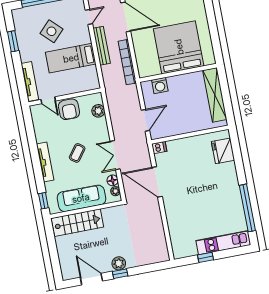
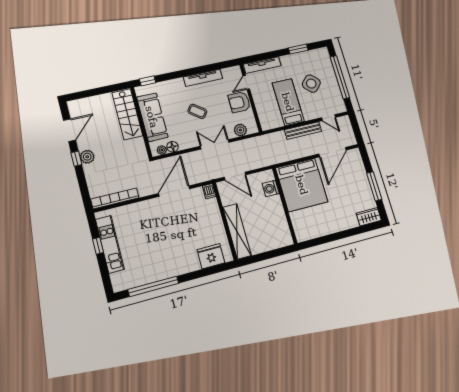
bed: (179, 47) -> (302, 185), moved, turned 90
bookcase: (127, 62) -> (115, 198), moved
shelving: (215, 95) -> (237, 231), moved, turned 90
double door: (115, 155) -> (215, 144), moved
tv unit: (45, 162) -> (203, 78), moved
kitchen unit: (223, 243) -> (110, 244), moved

